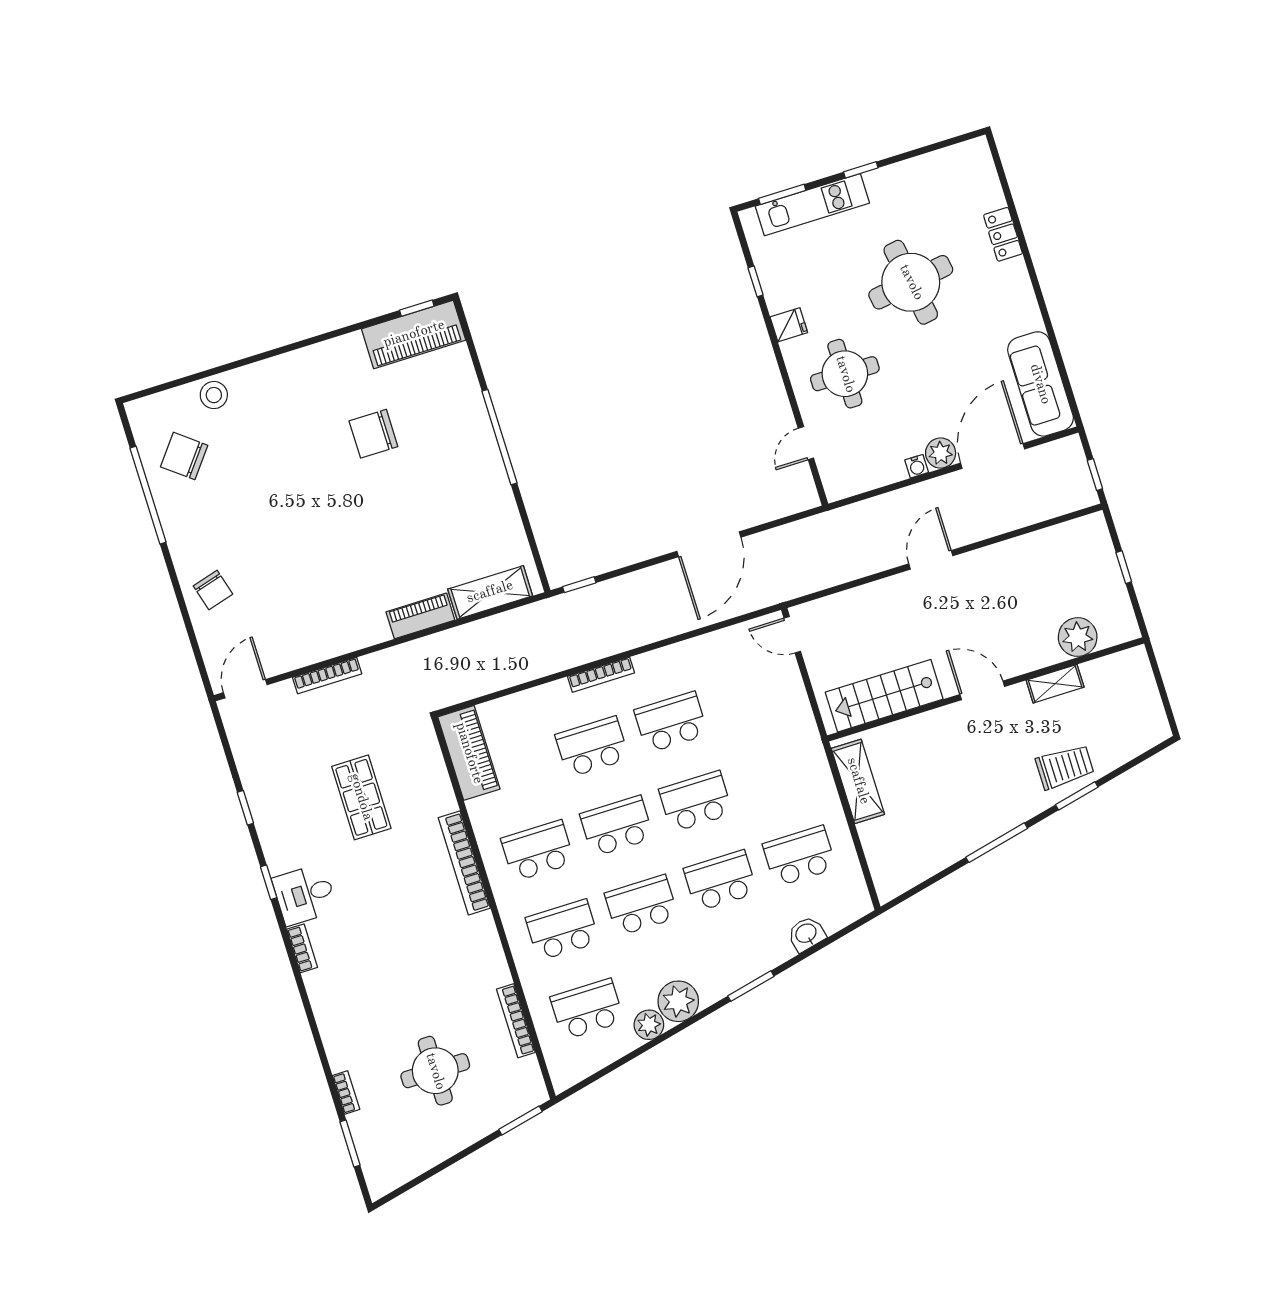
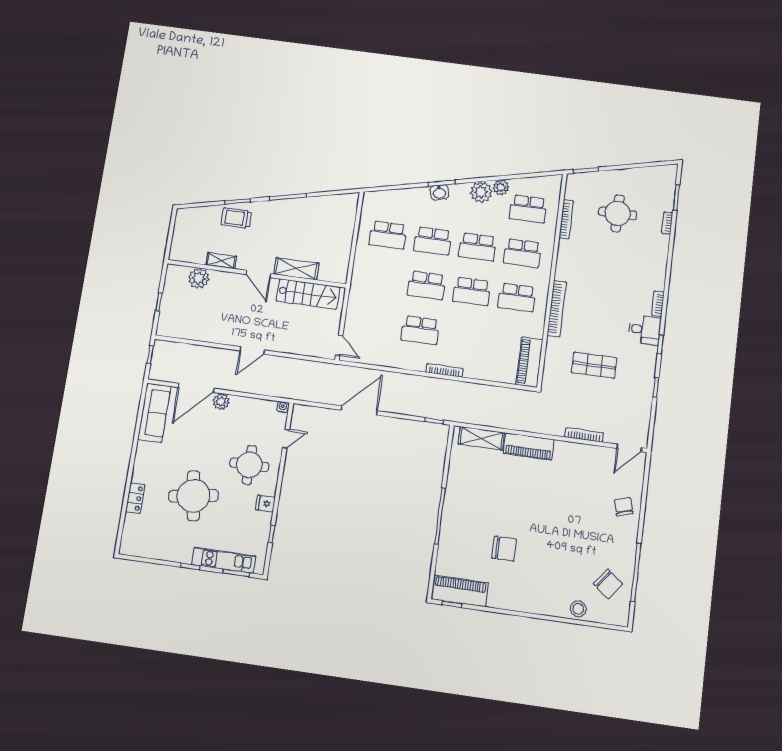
water cooler: (917, 466) -> (283, 407), moved
piano: (420, 616) -> (529, 447), width x1.37, depth x1.33
school desk: (592, 747) -> (466, 336), removed
shelving: (858, 781) -> (296, 269), moved, turned 90
shop shelf: (361, 797) -> (594, 365), turned 90
washbasin: (806, 934) -> (439, 192), moved

